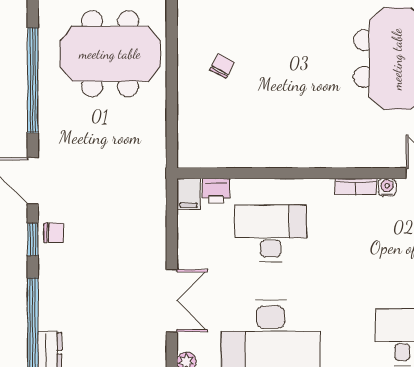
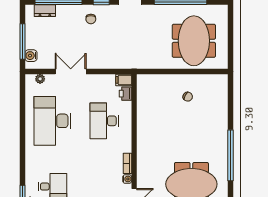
chair: (54, 233) -> (91, 19), moved
desk: (271, 233) -> (104, 121), turned 180
double door: (172, 301) -> (71, 71), swing flipped

